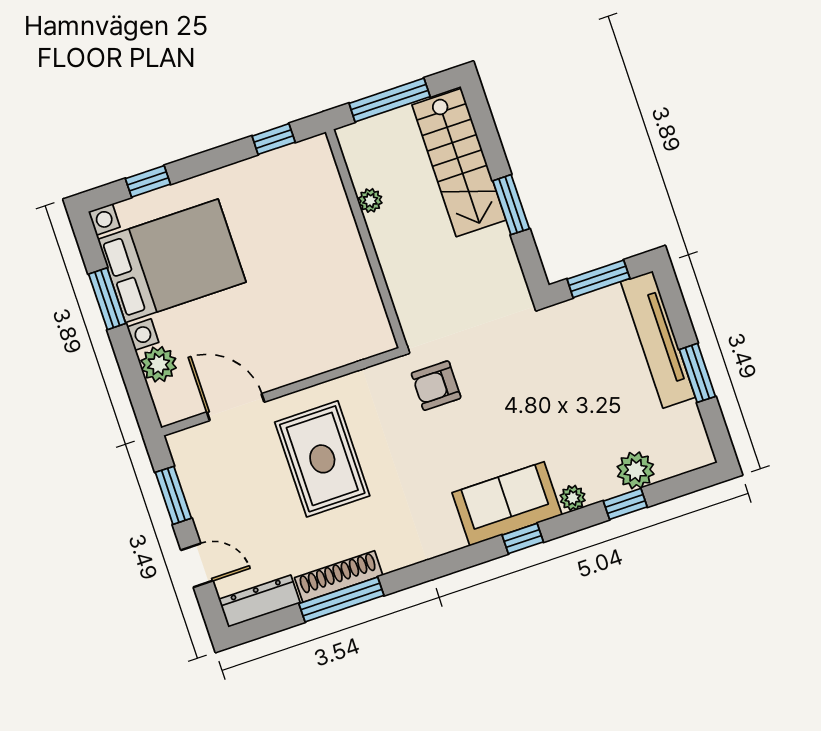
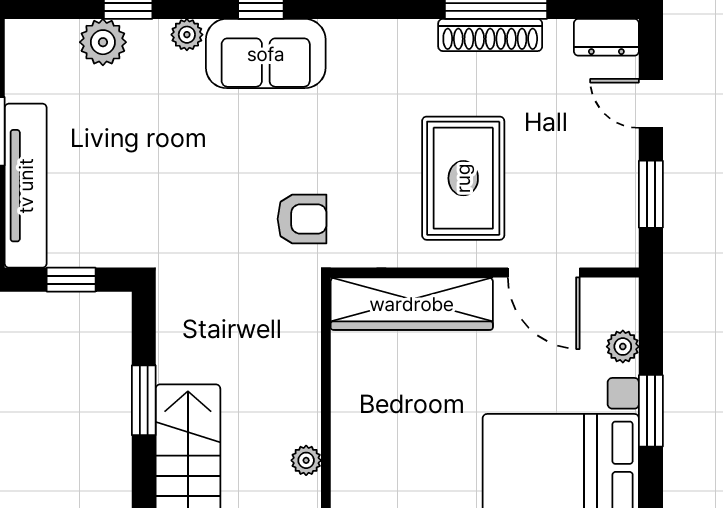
window: (598, 279) -> (71, 280), width x0.67
window: (107, 299) -> (651, 411), moved
wardrobe: (329, 349) -> (412, 304), added
plant: (159, 364) -> (623, 347), width x0.73, depth x0.73
dresser: (259, 601) -> (606, 37), width x0.70

